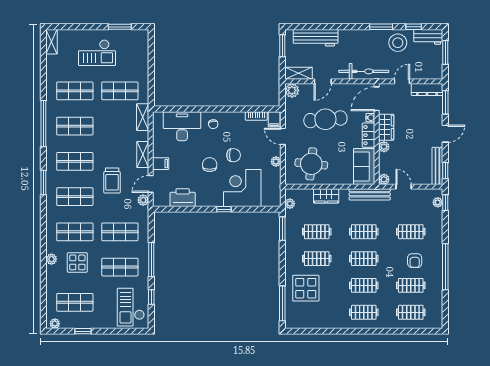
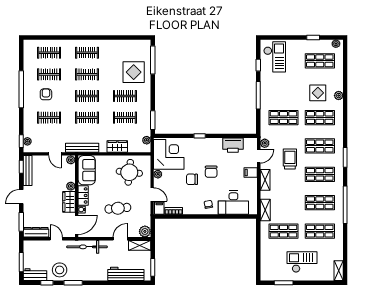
door: (402, 81) -> (56, 239), swing flipped
cafe table: (325, 119) -> (118, 208), width x0.73, depth x0.74
corner desk: (242, 188) -> (169, 154), moved, turned -90
shop shelf: (120, 267) -> (284, 89), removed

